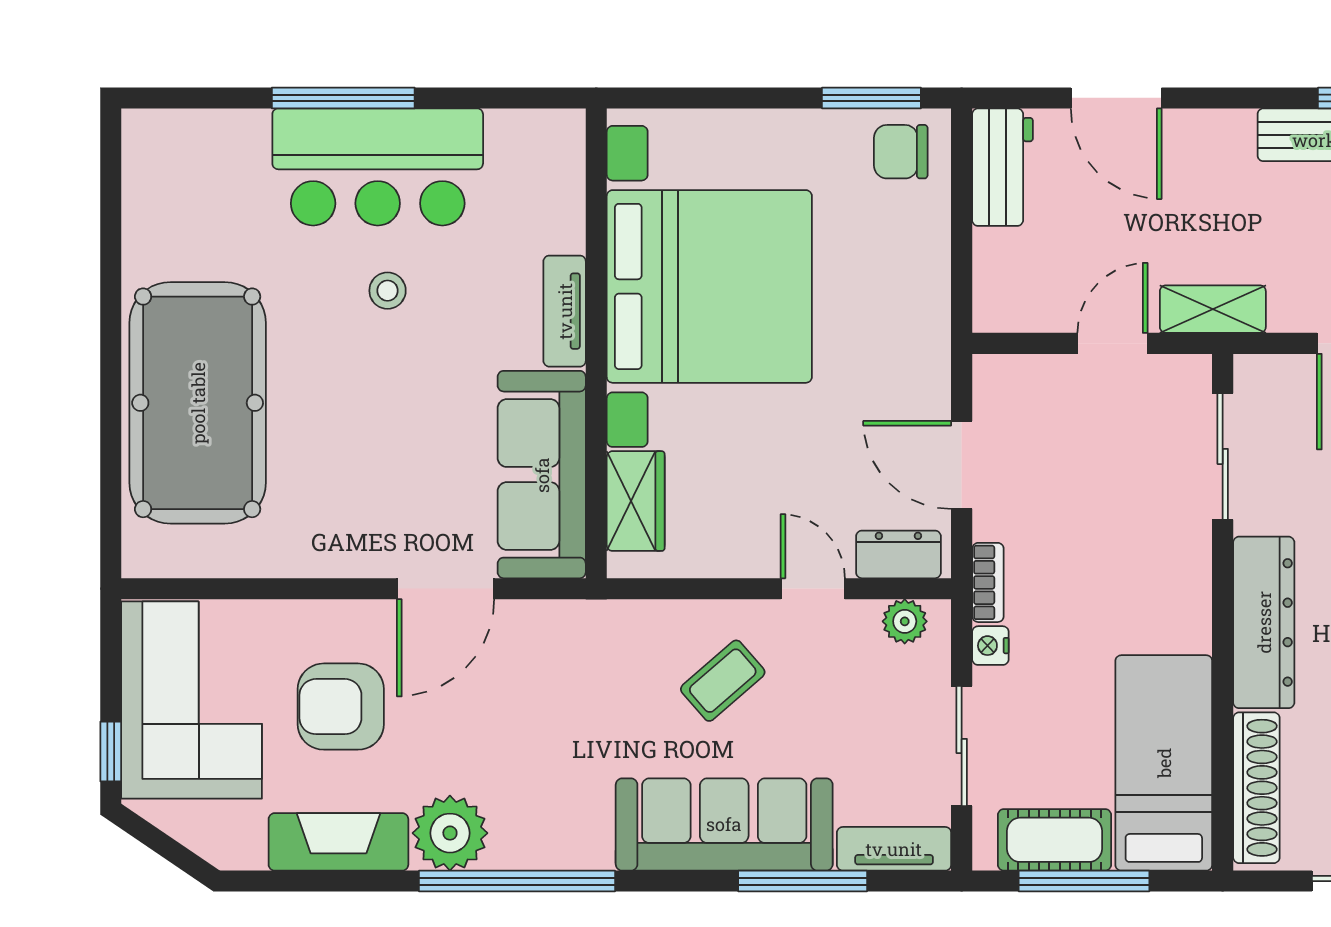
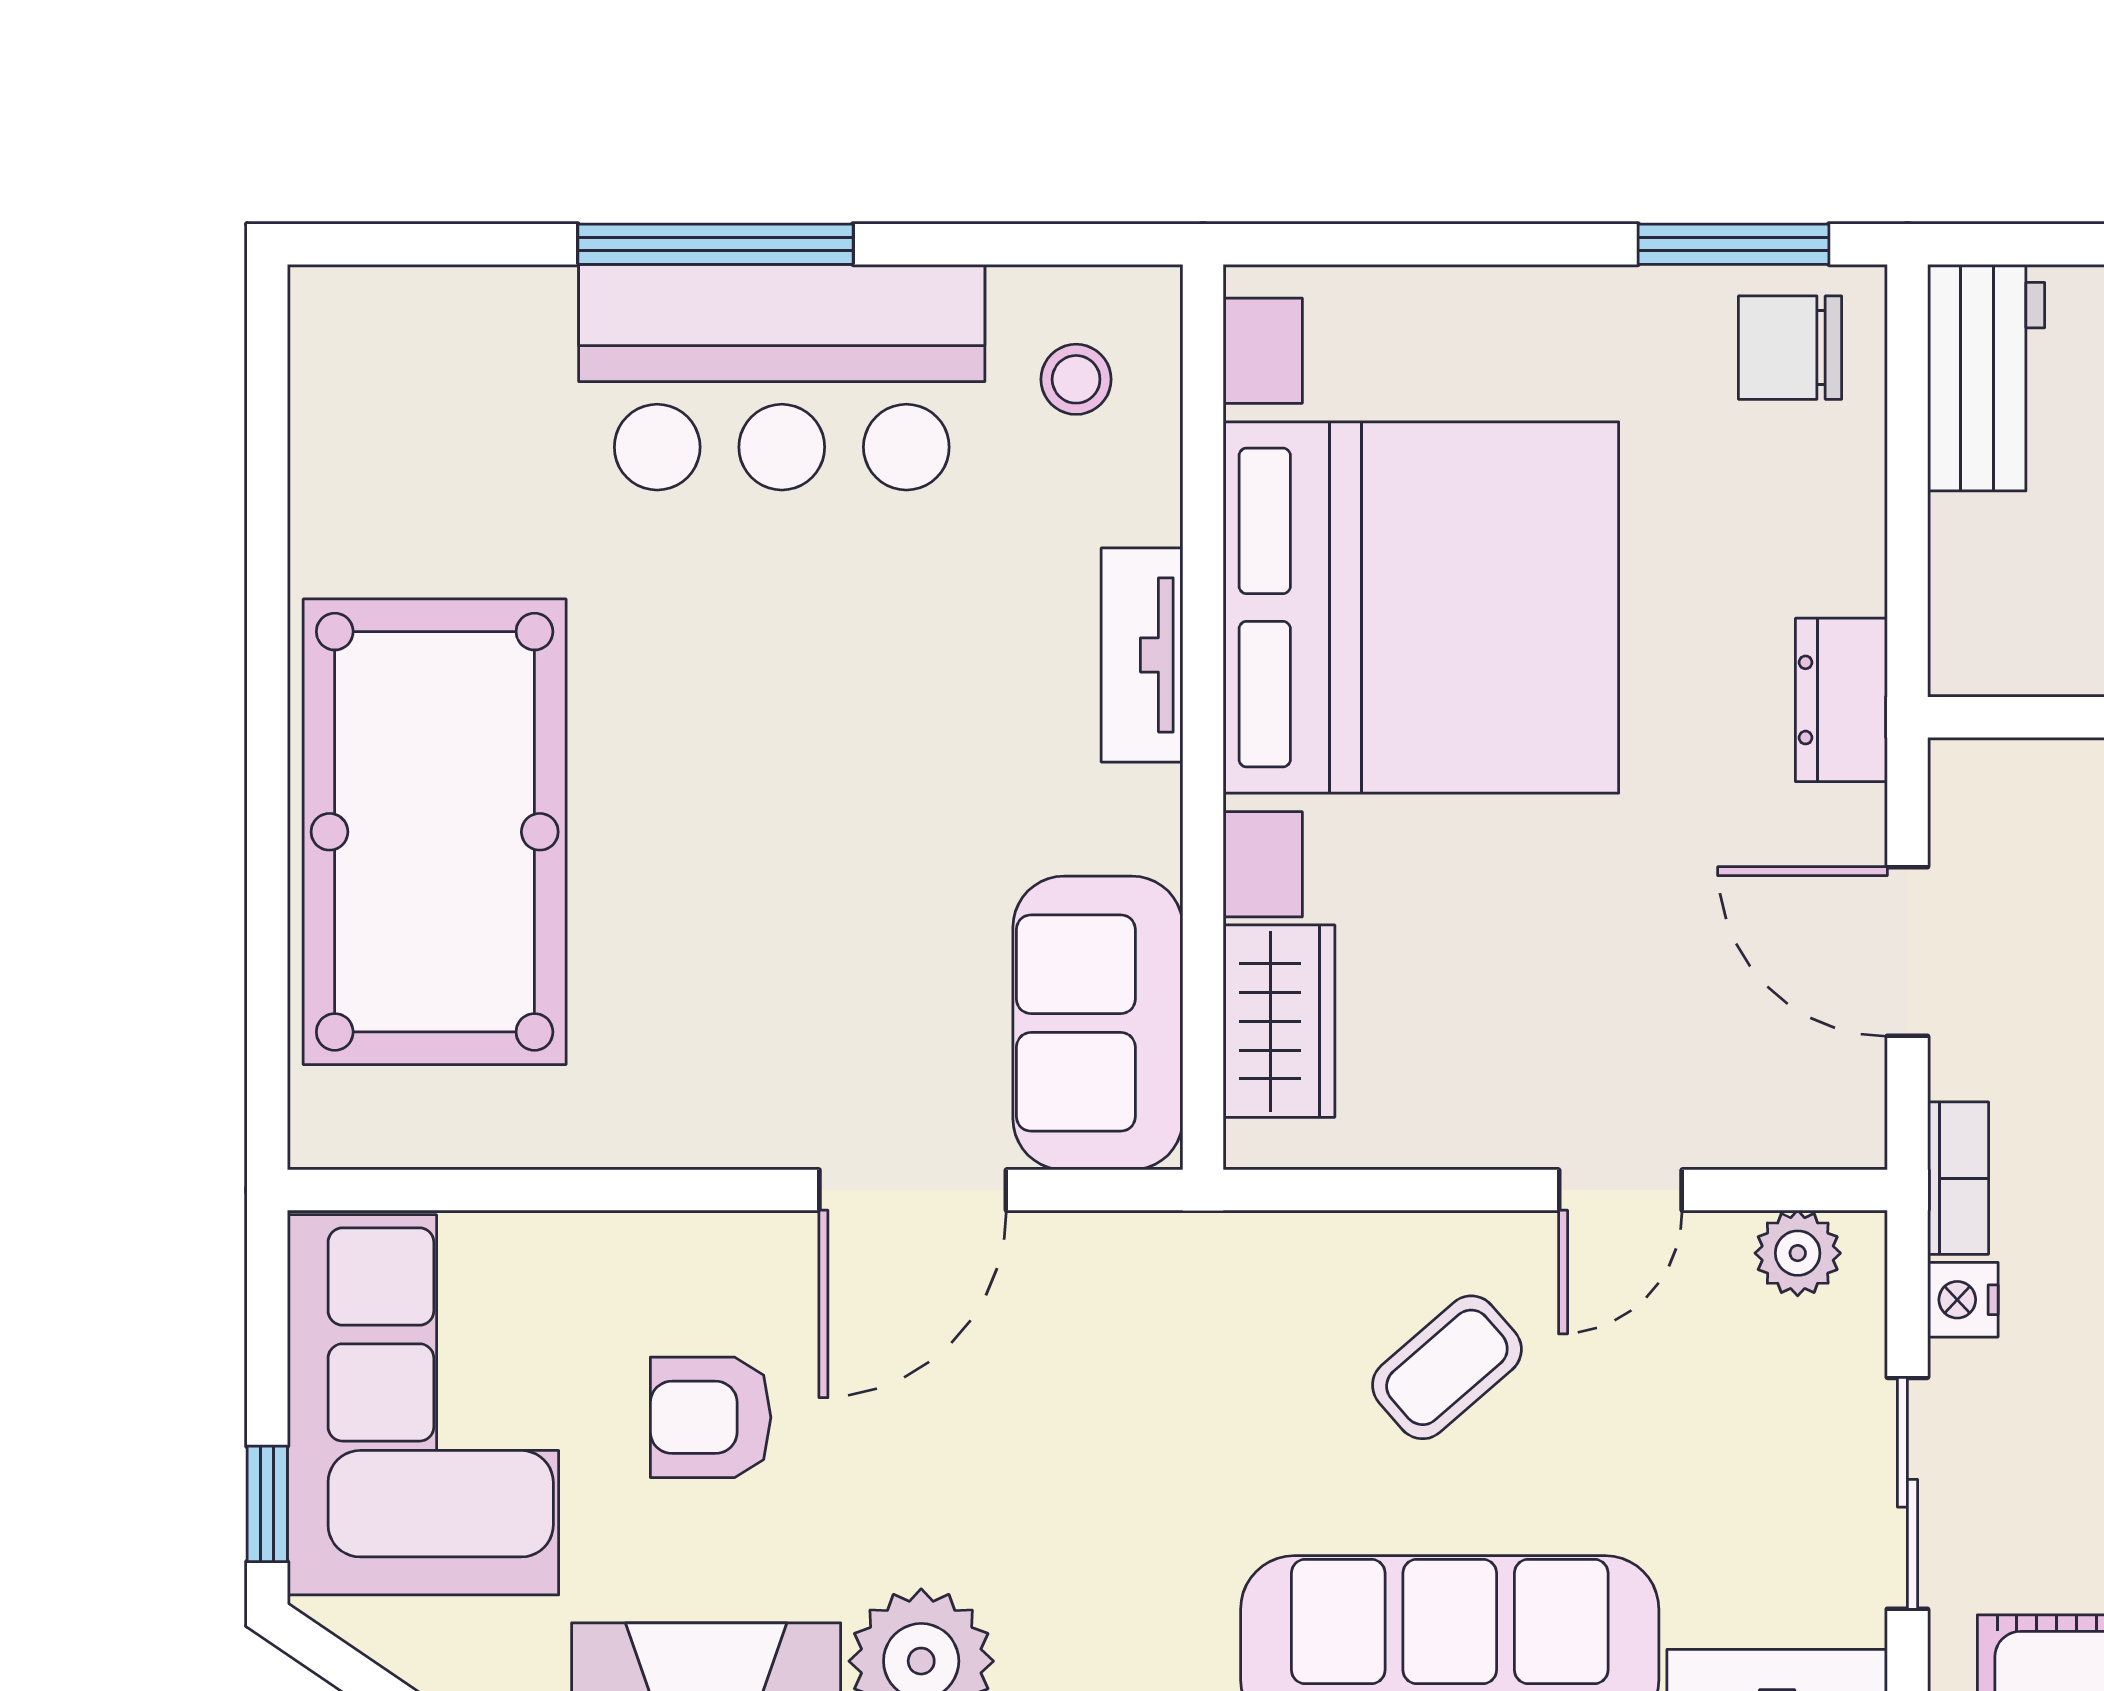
stool: (388, 291) -> (1076, 379), moved
sofa: (542, 475) -> (1098, 1023), width x0.73
dresser: (898, 554) -> (1841, 700), moved, turned -90
door: (813, 589) -> (1620, 1190), swing flipped
armchair: (341, 707) -> (711, 1417), width x0.72, depth x0.72

